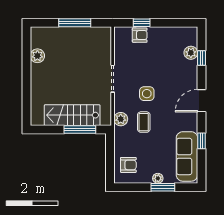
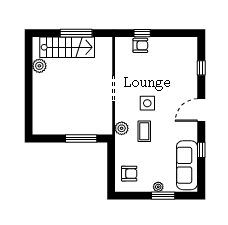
plant: (191, 53) -> (191, 63), removed
stairs: (72, 115) -> (67, 47), moved, turned 180

